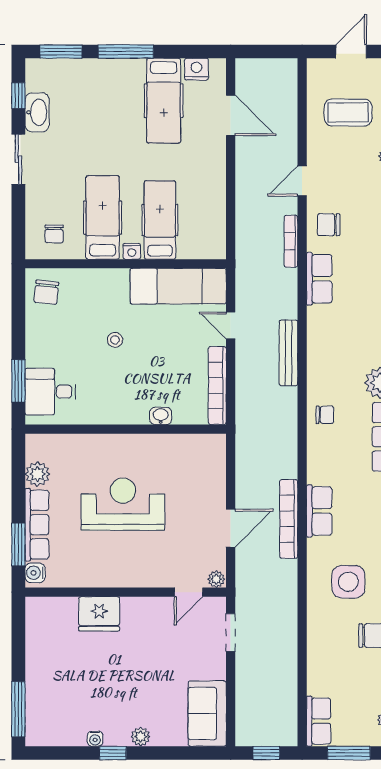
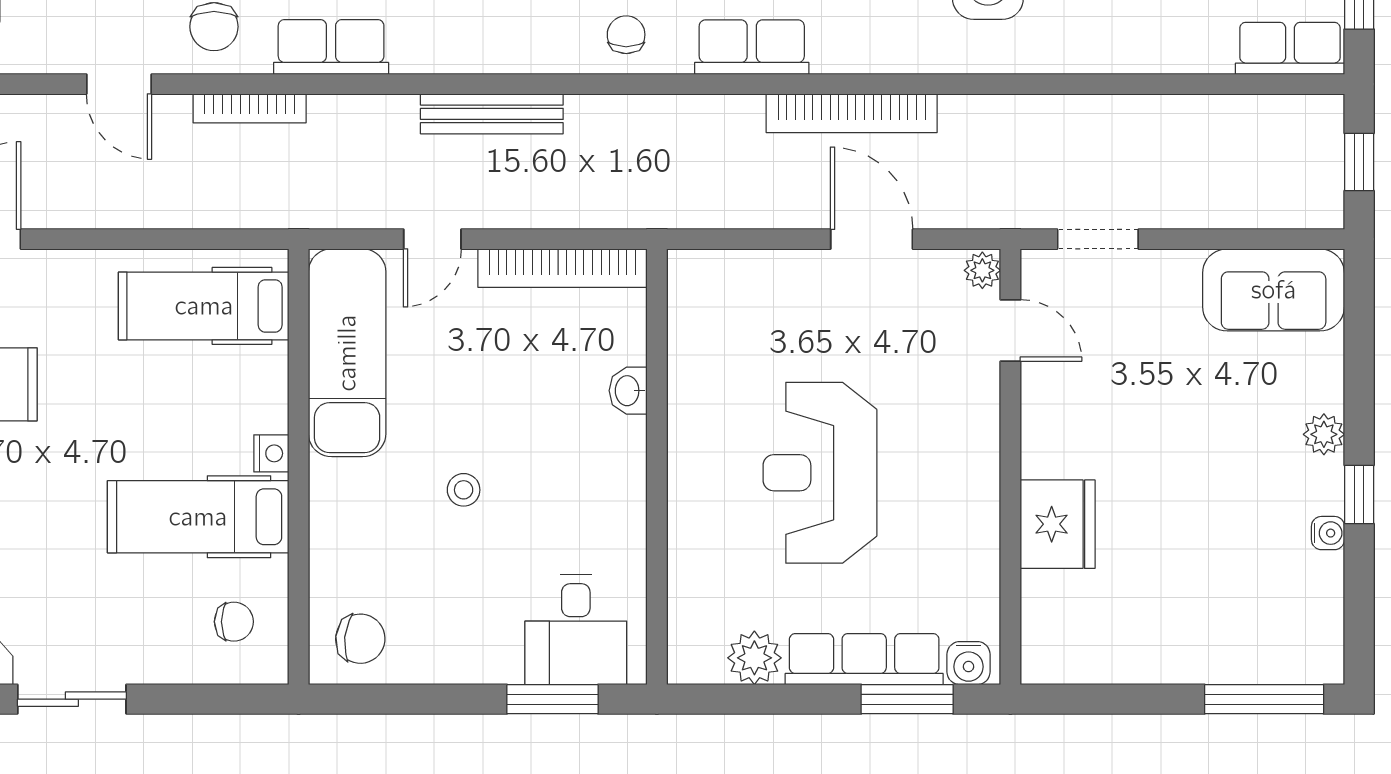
hospital bed: (160, 220) -> (204, 306), moved
row of seats: (319, 511) -> (752, 47), moved

